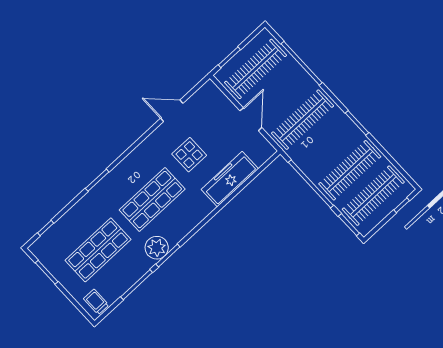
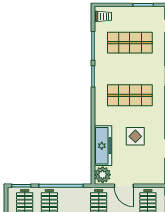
shop shelf: (152, 200) -> (130, 95), turned 90
plant: (157, 248) -> (103, 175), moved
shop shelf: (98, 250) -> (130, 43), turned 90

